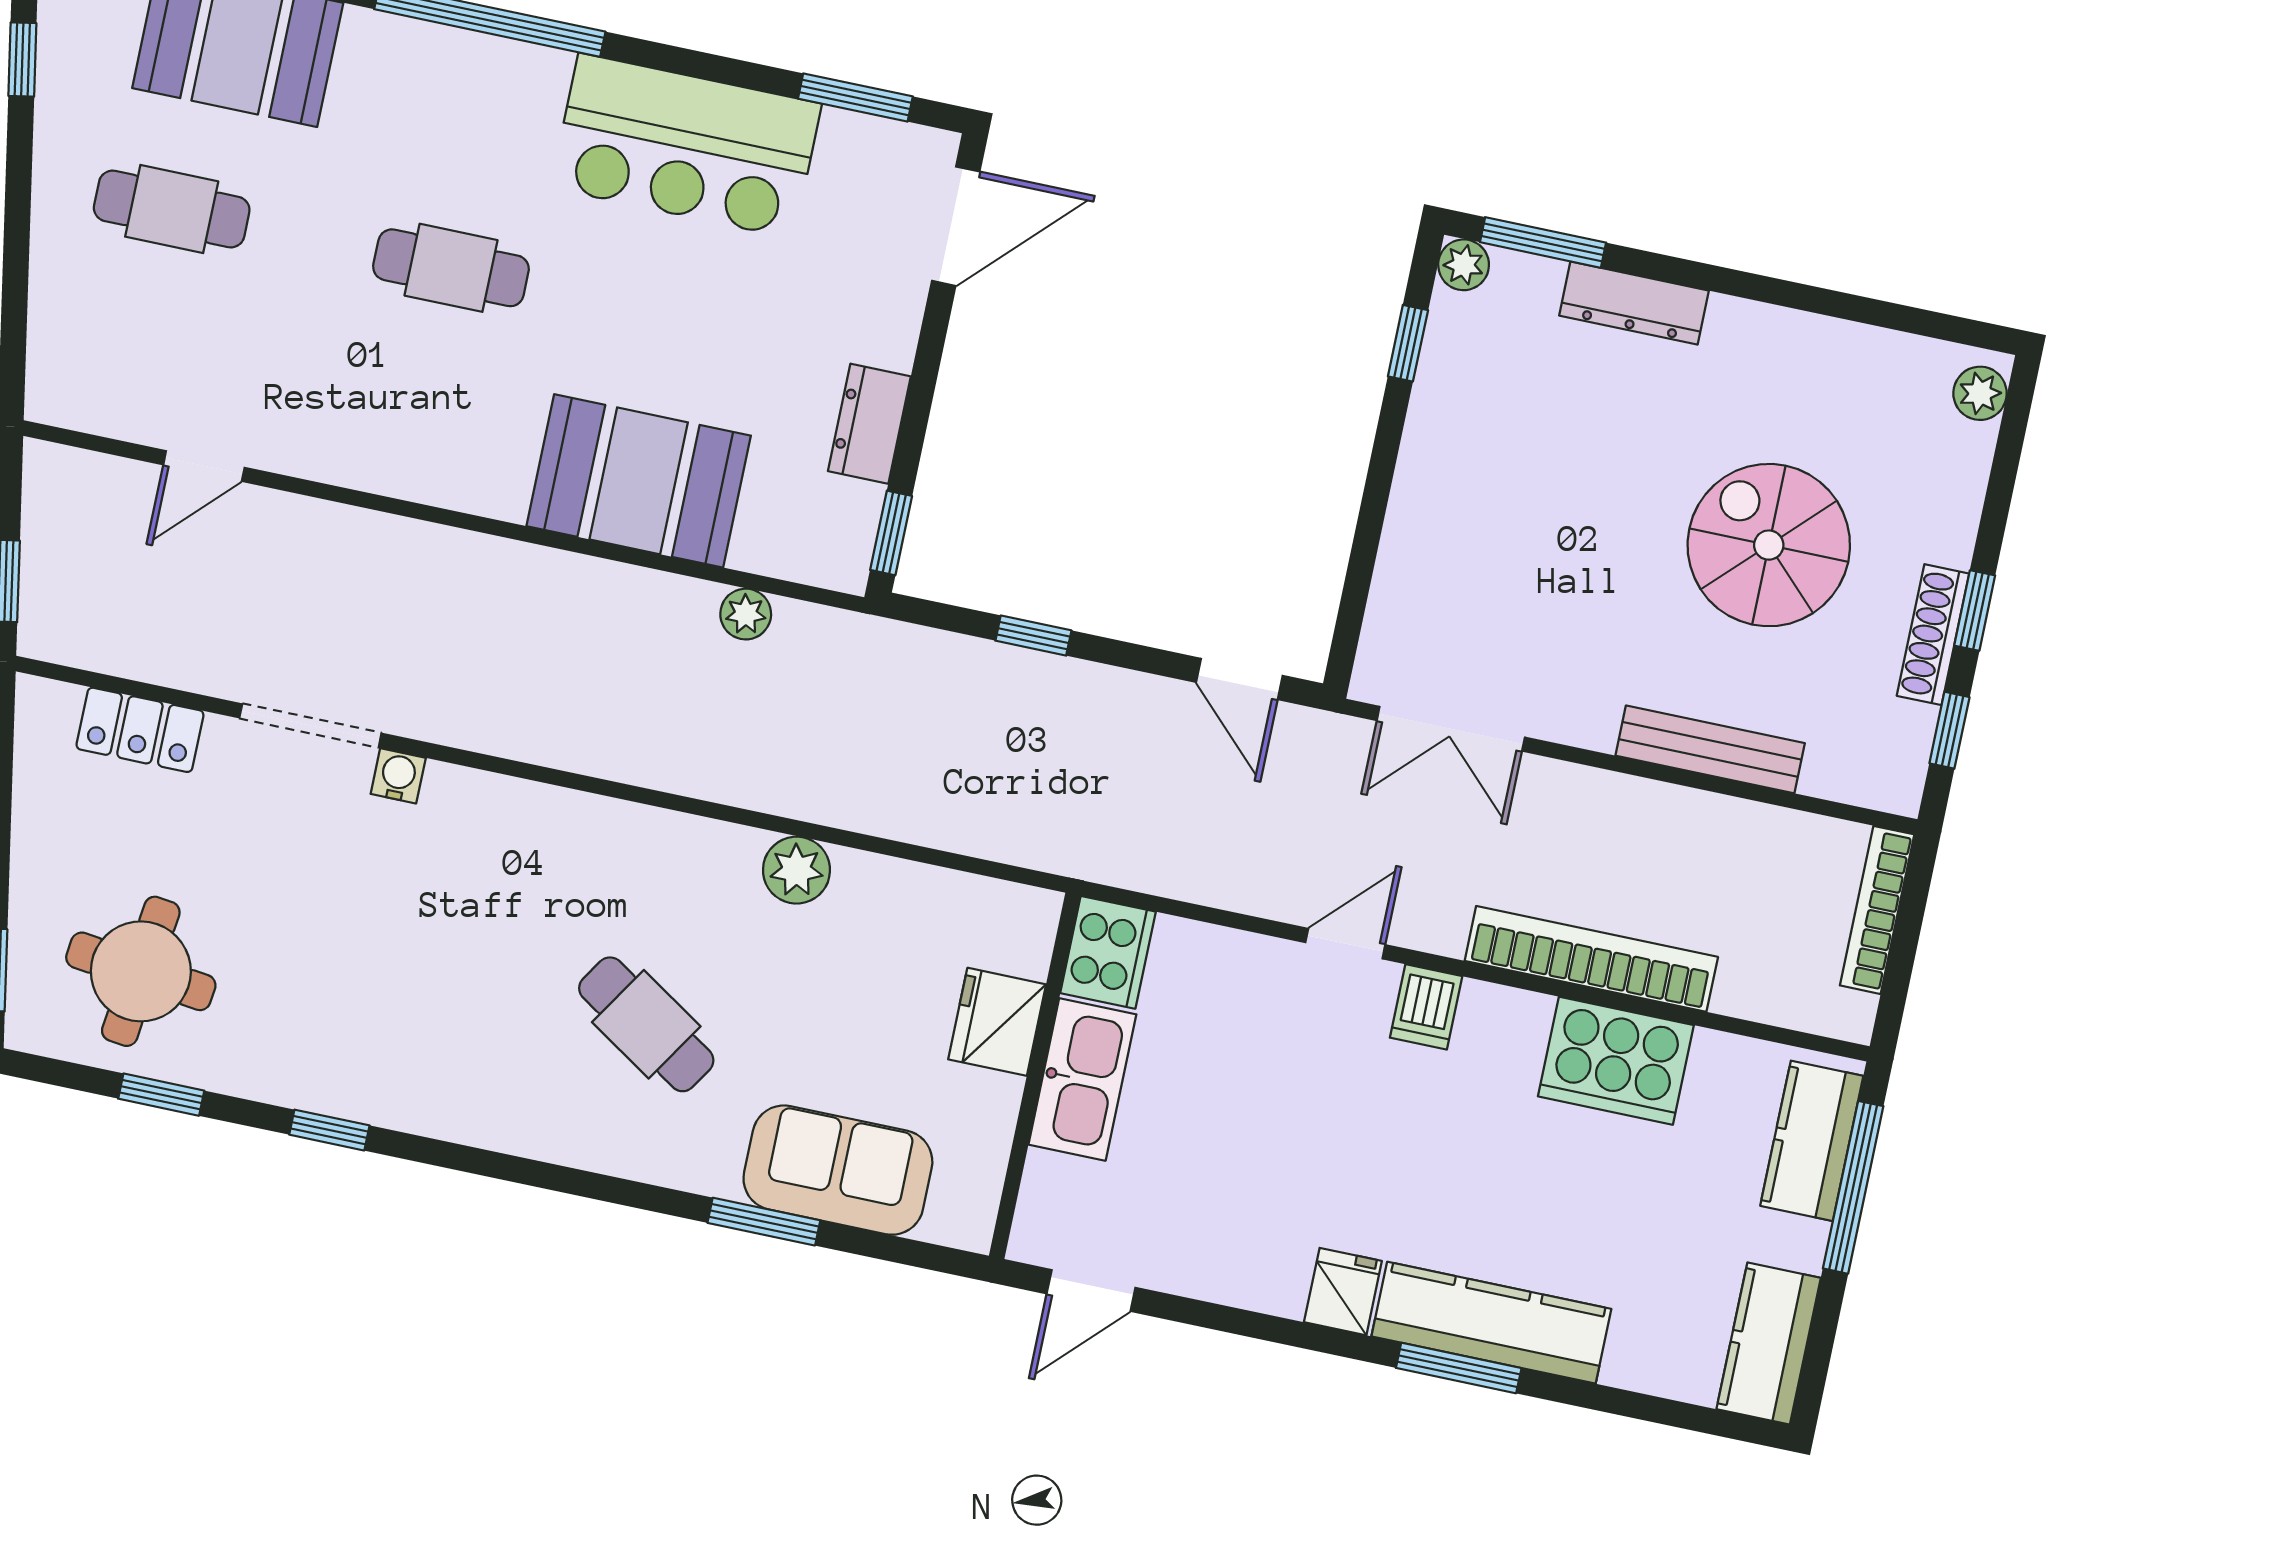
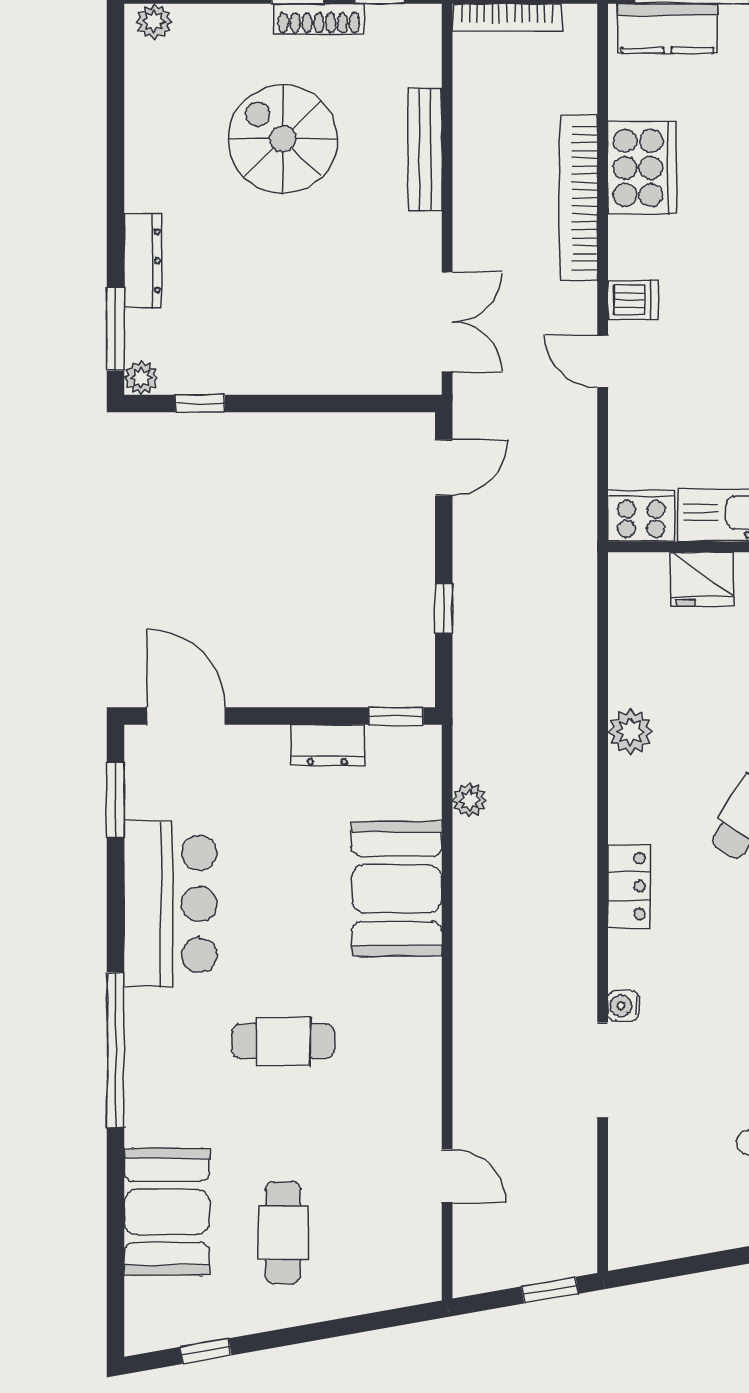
cafe table: (451, 268) -> (283, 1041), turned 90
spiral stairs: (1769, 545) -> (283, 139), turned 90
locker: (140, 730) -> (629, 886), moved

